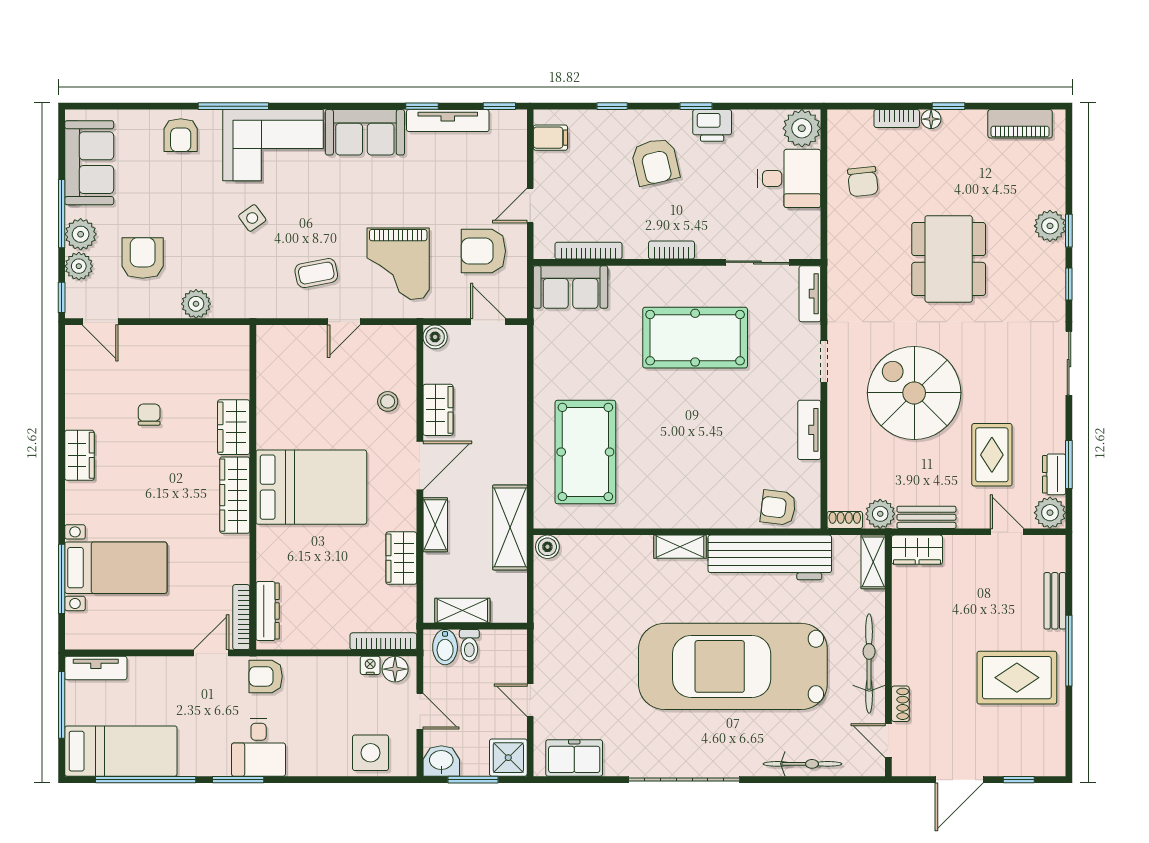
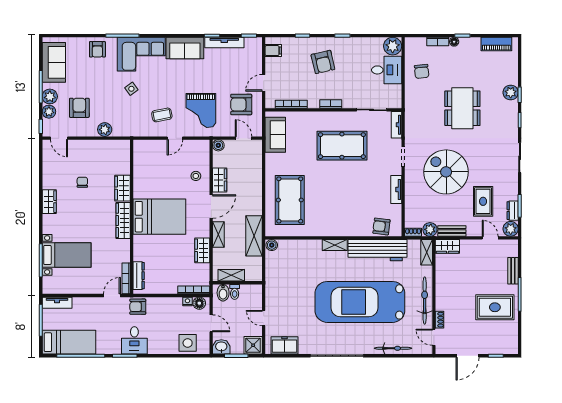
printer: (712, 125) -> (350, 45), removed
sofa: (571, 287) -> (275, 135), moved, turned -90

